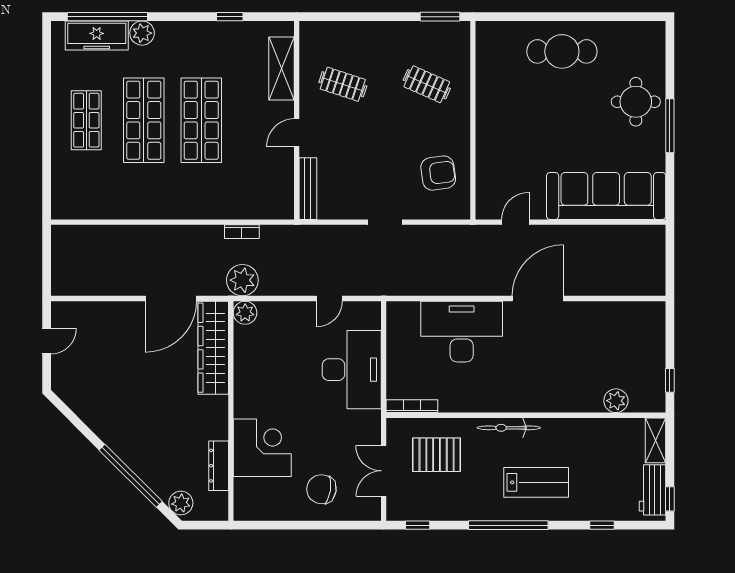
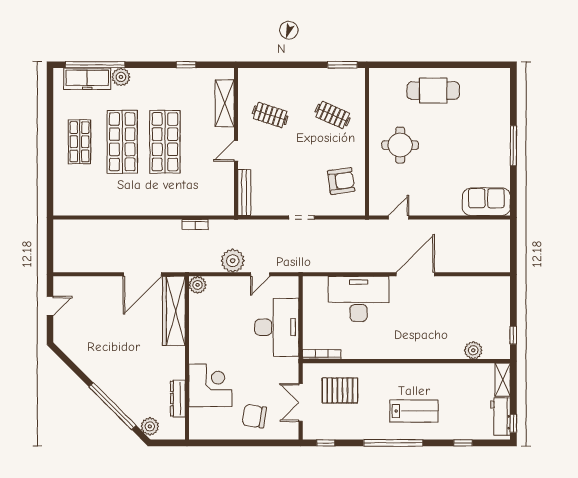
round table: (636, 102) -> (400, 145), moved
sofa: (606, 196) -> (486, 202), width x0.54, depth x0.79
plant: (242, 280) -> (233, 261), moved
bicycle: (509, 428) -> (394, 370), removed

